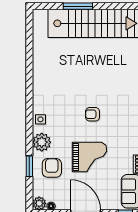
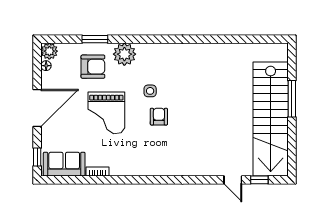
side table: (40, 119) -> (150, 91), moved

